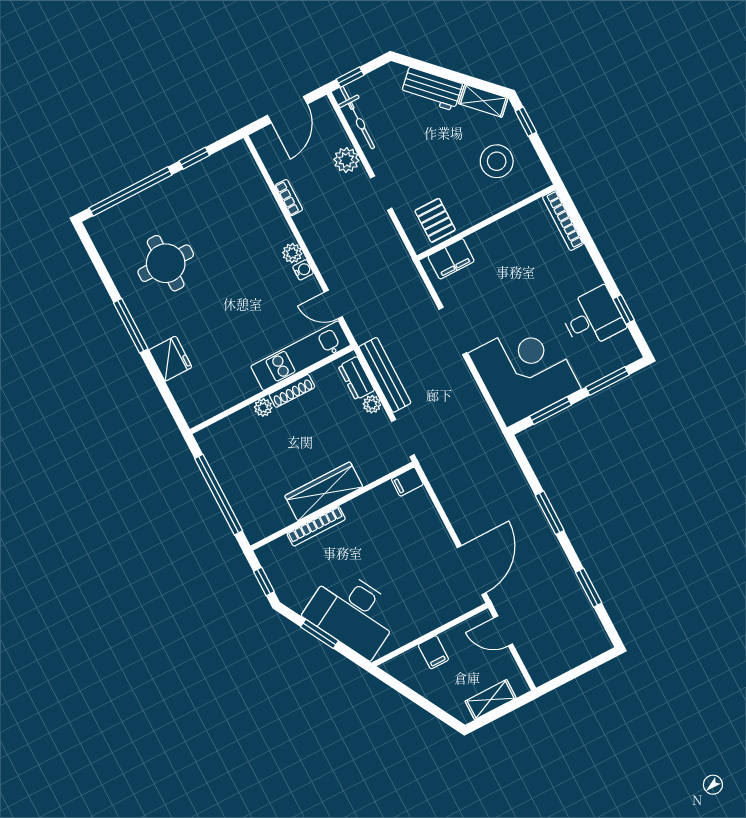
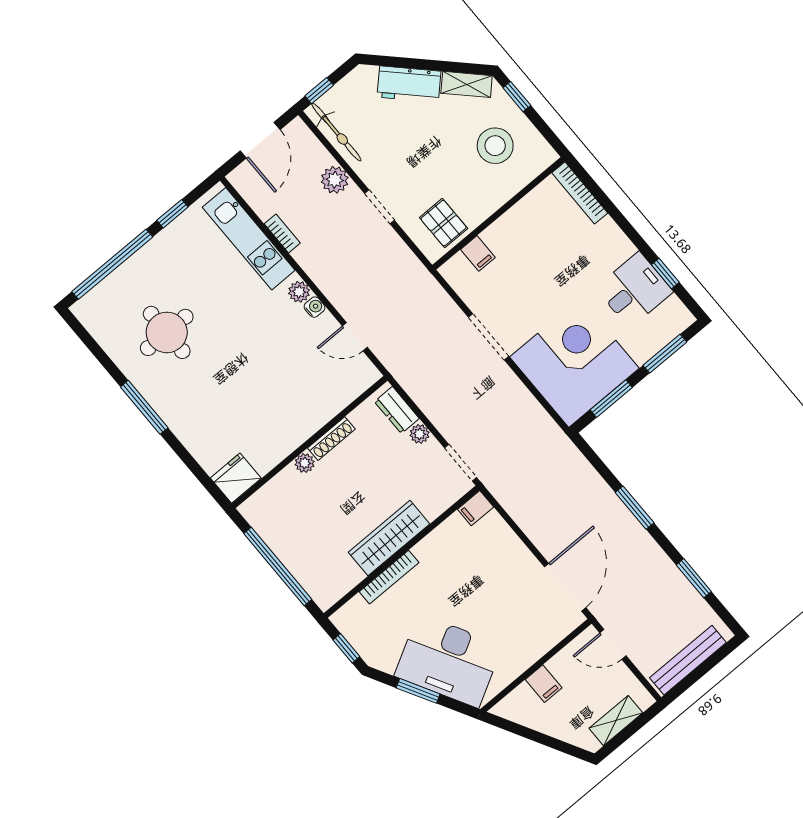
filing cabinet: (451, 259) -> (478, 253), width x0.50
kitchen unit: (301, 356) -> (249, 239), moved, turned -90
fridge: (170, 359) -> (236, 478), moved, turned -90
bench: (385, 375) -> (688, 660), moved, turned 90

